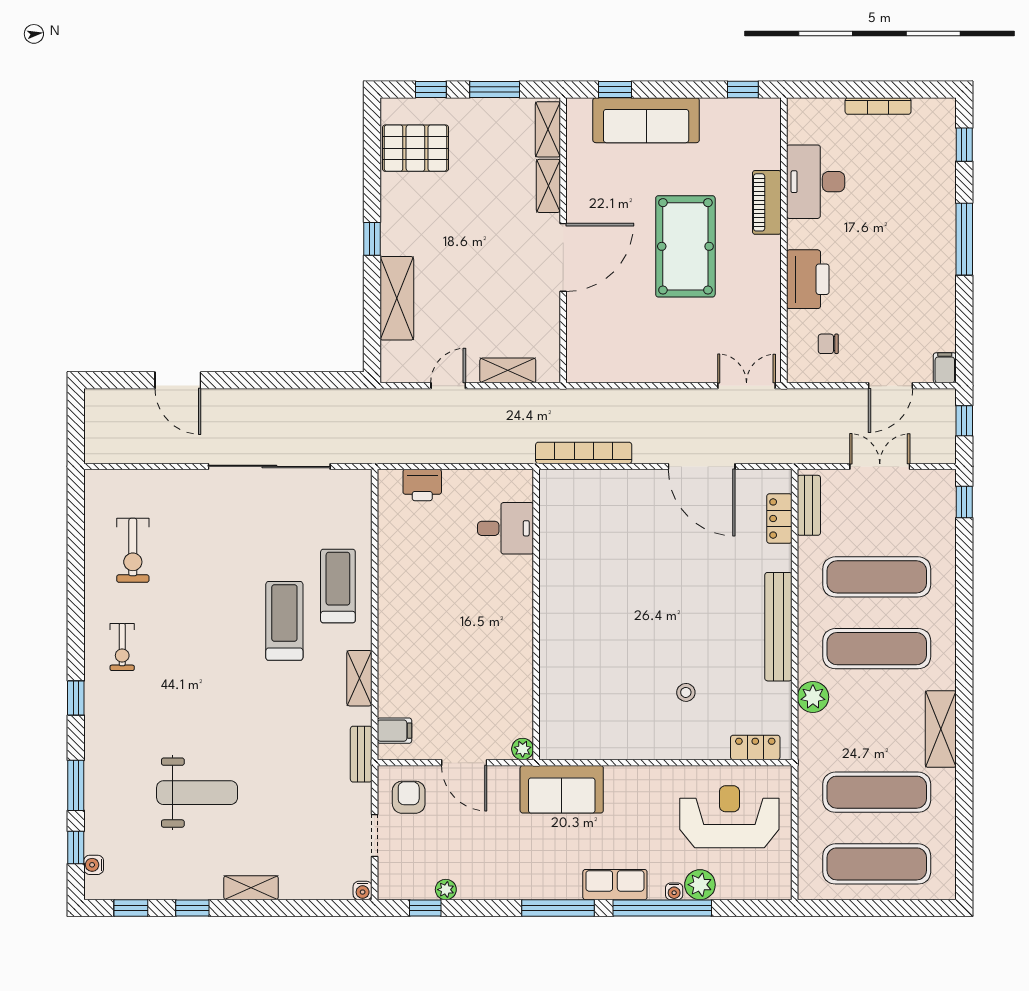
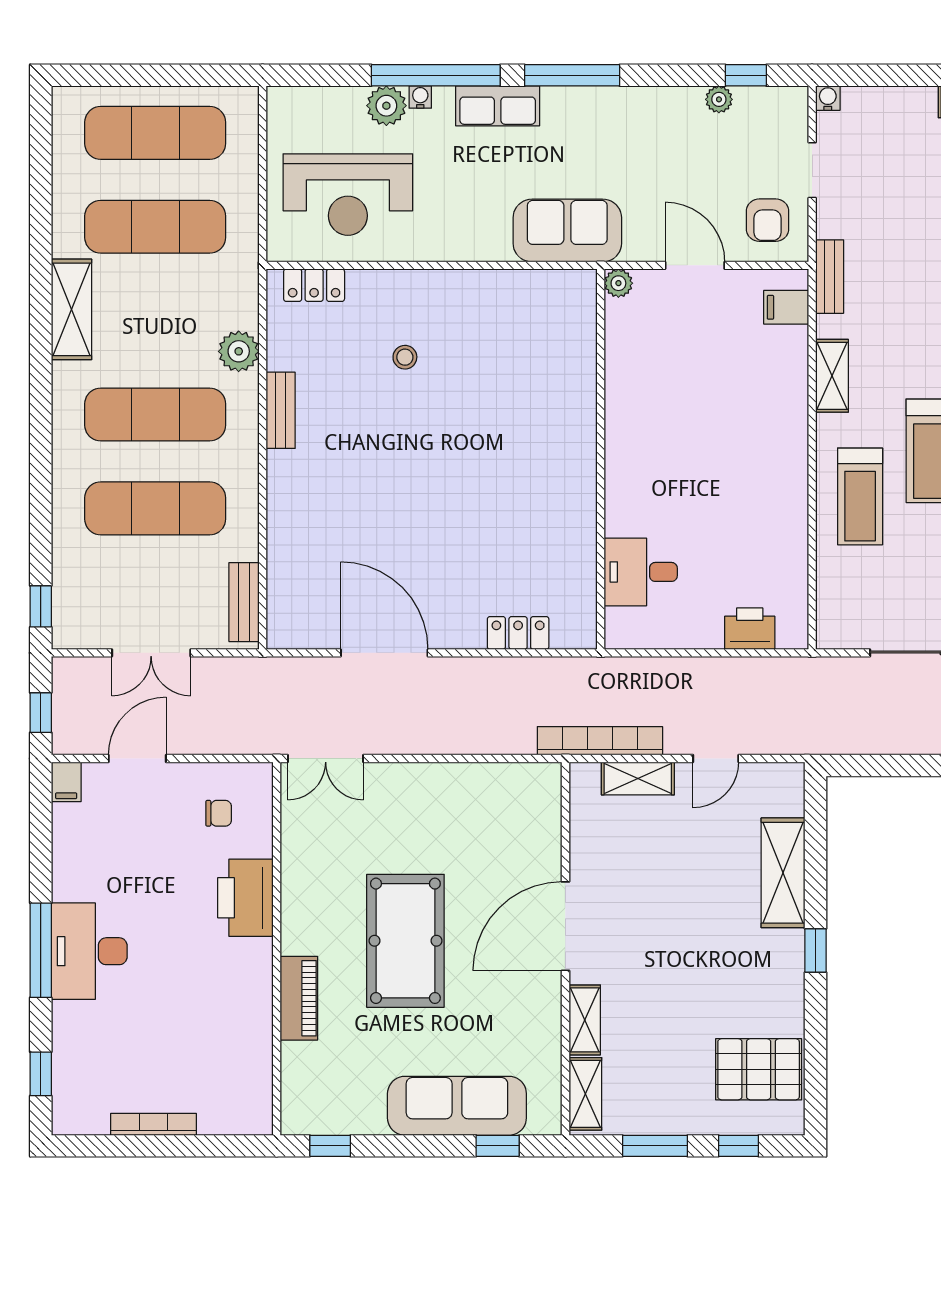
desk: (816, 182) -> (89, 951), moved, turned 180
bookcase: (584, 453) -> (600, 741), moved, turned 180
locker: (779, 519) -> (518, 633), moved, turned -90
bench: (778, 627) -> (281, 410), width x0.54, depth x0.82

